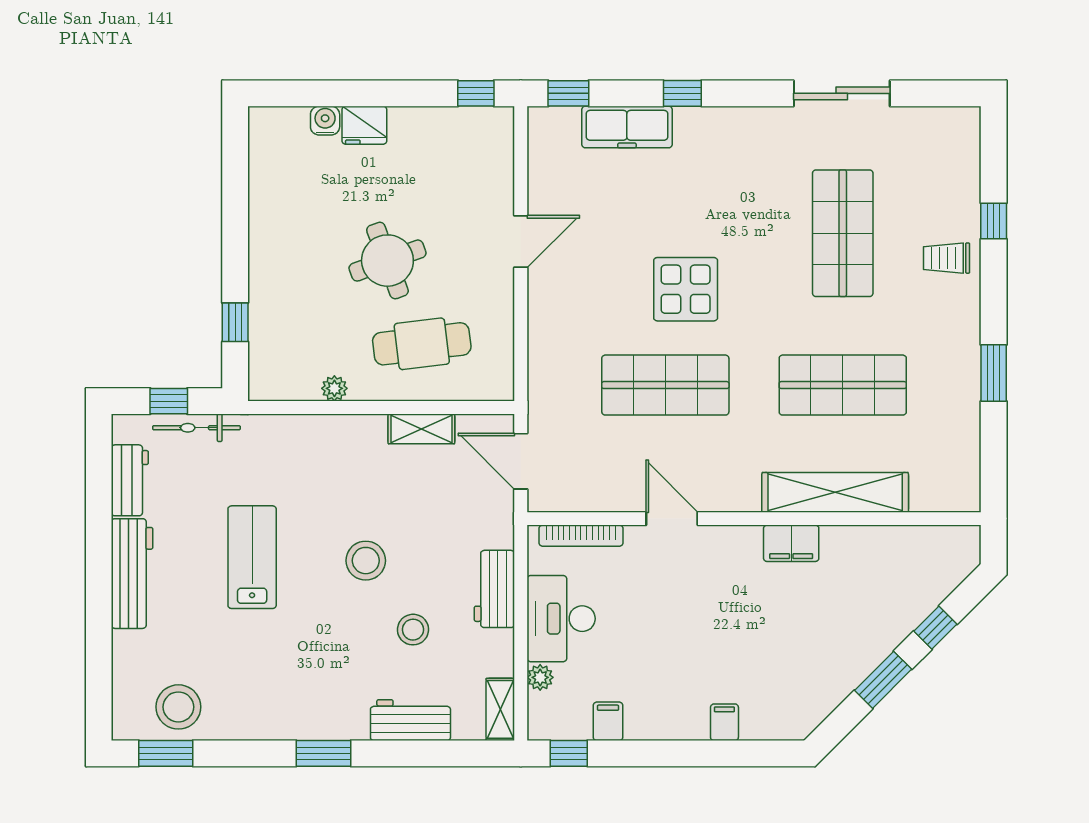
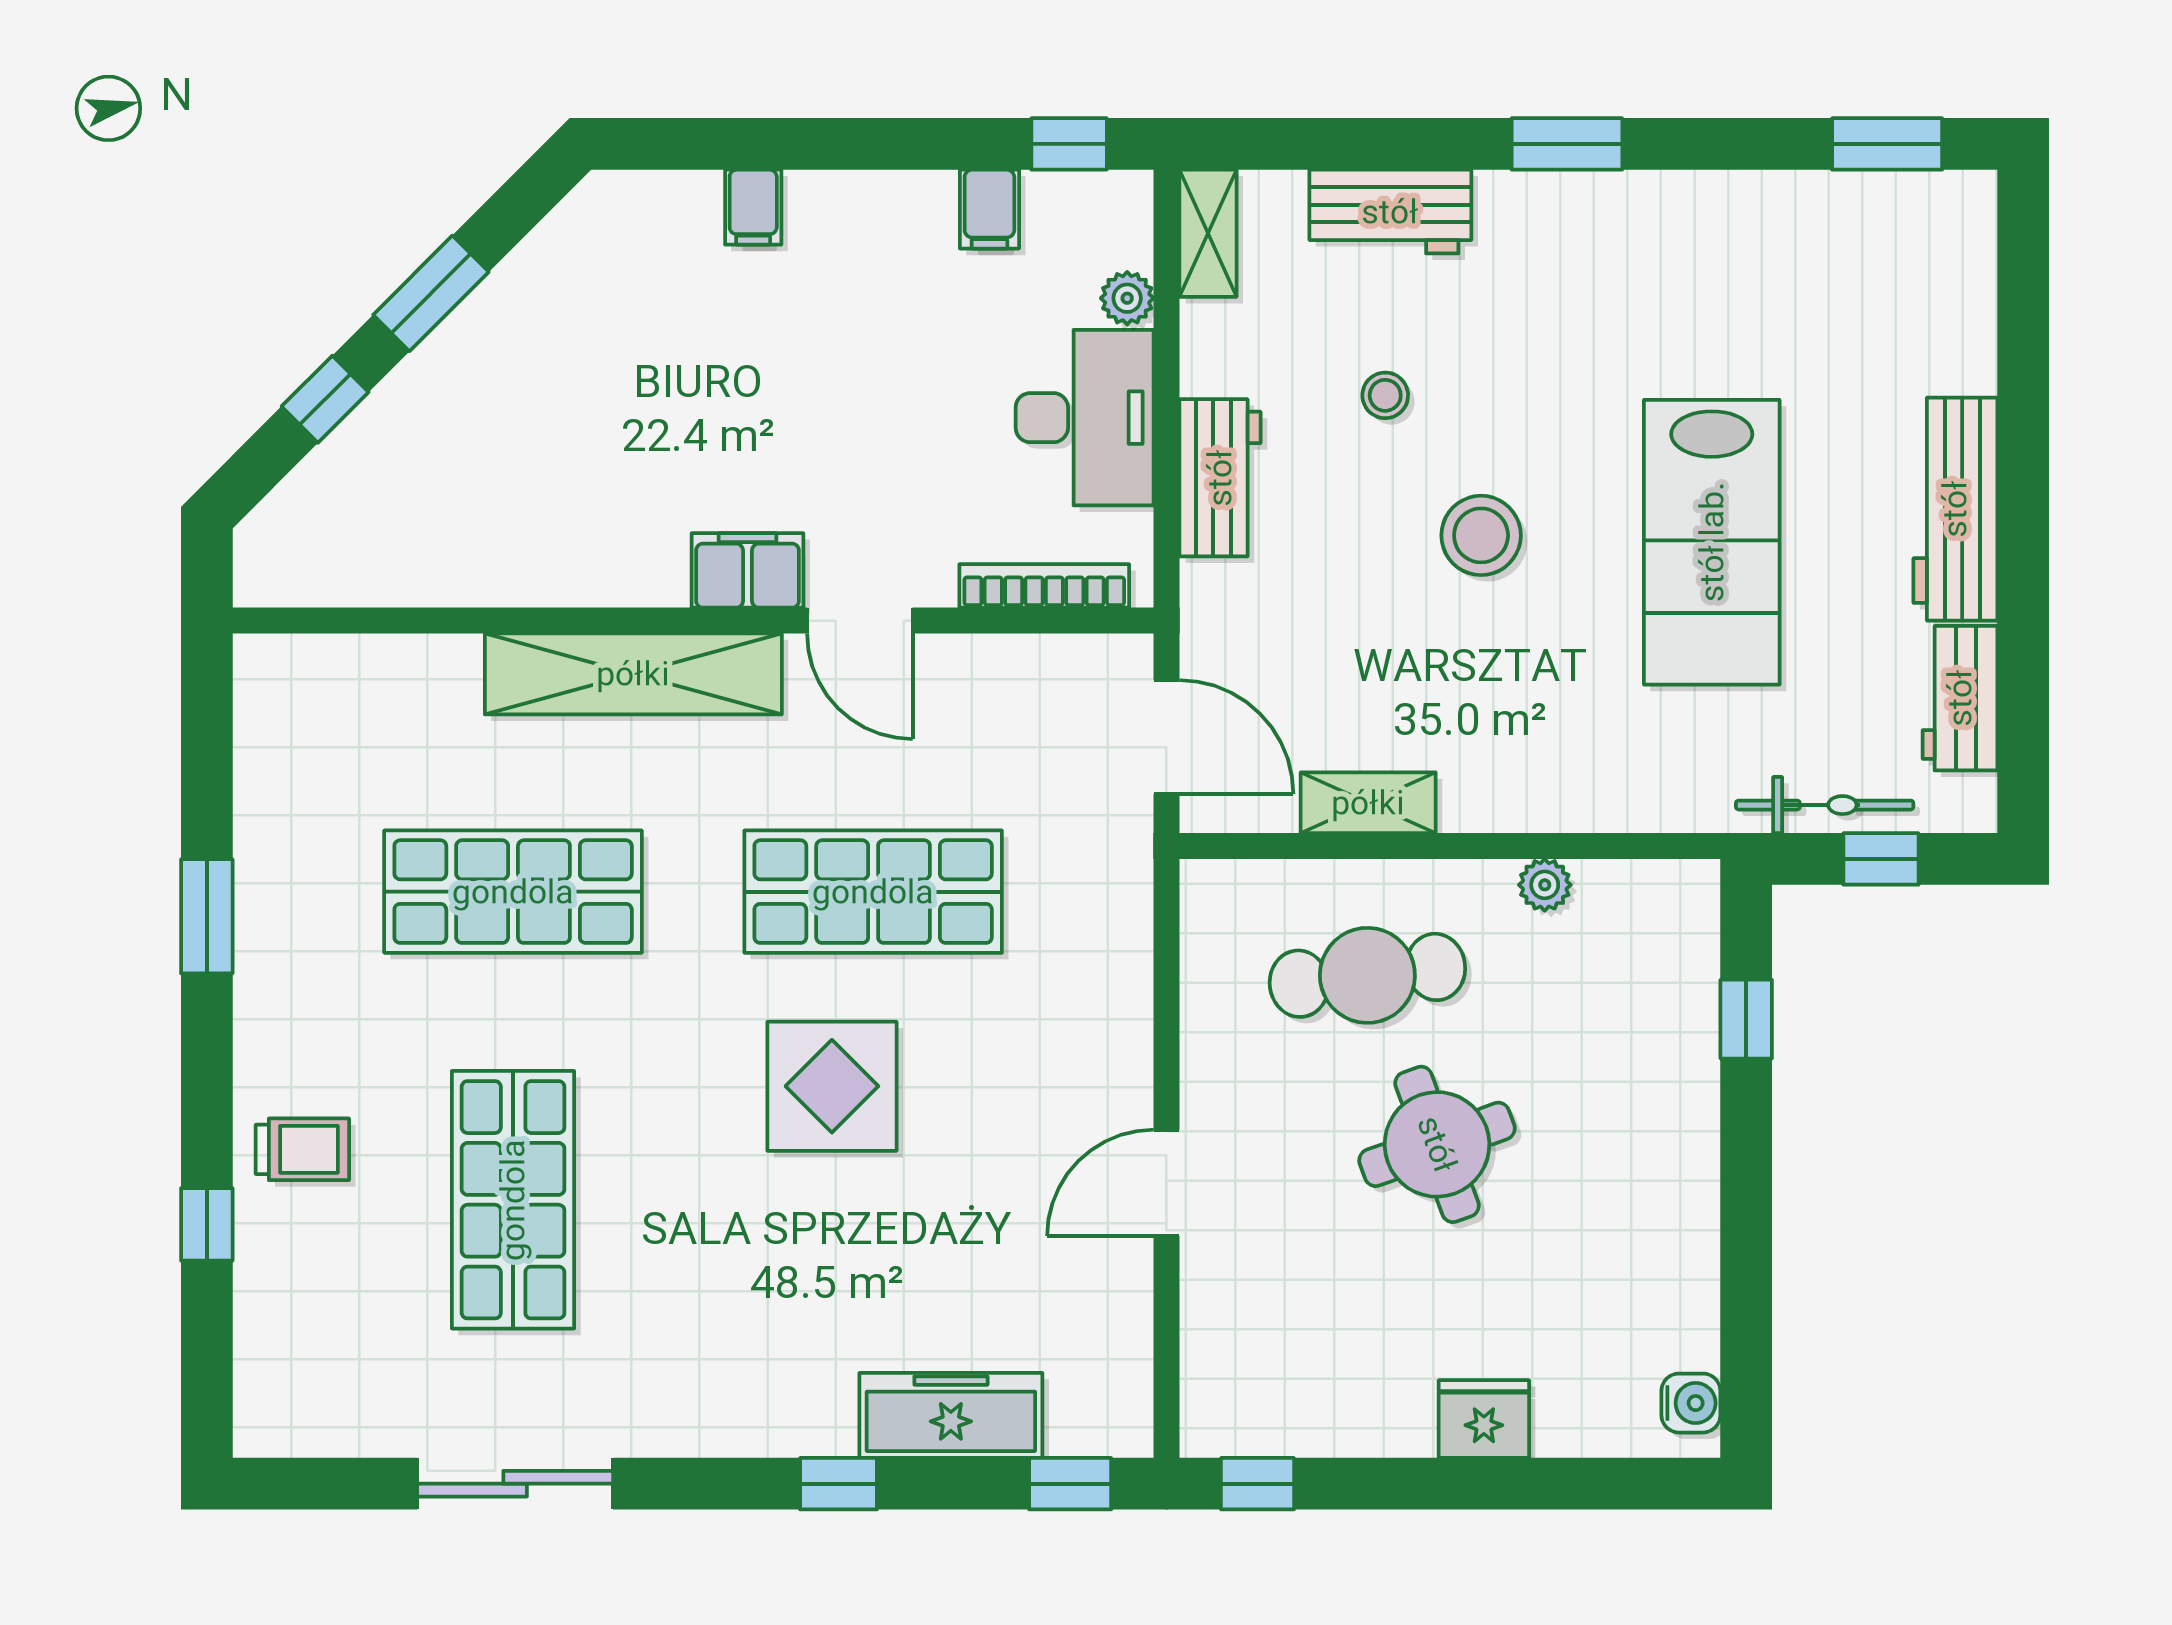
water cooler: (325, 121) -> (1691, 1403), moved, turned -90
shelving: (835, 492) -> (633, 674), moved
filing cabinet: (791, 543) -> (748, 570), moved
lab bench: (252, 557) -> (1712, 542), width x1.36, depth x1.39
stool: (413, 630) -> (1385, 395), width x0.73, depth x0.73
stool: (178, 707) -> (1861, 238), removed

